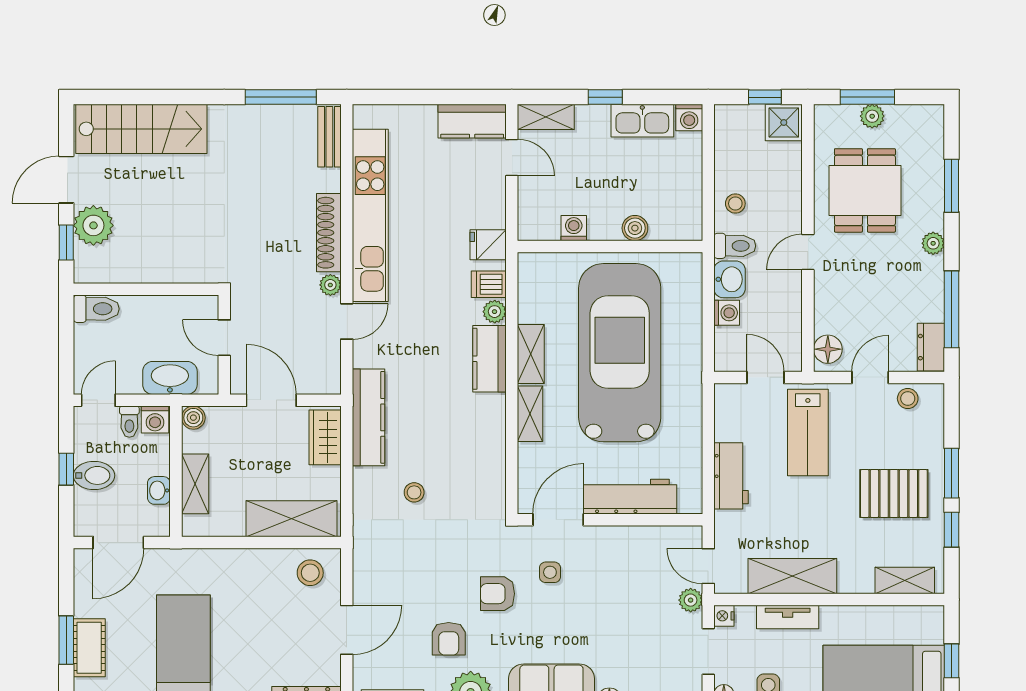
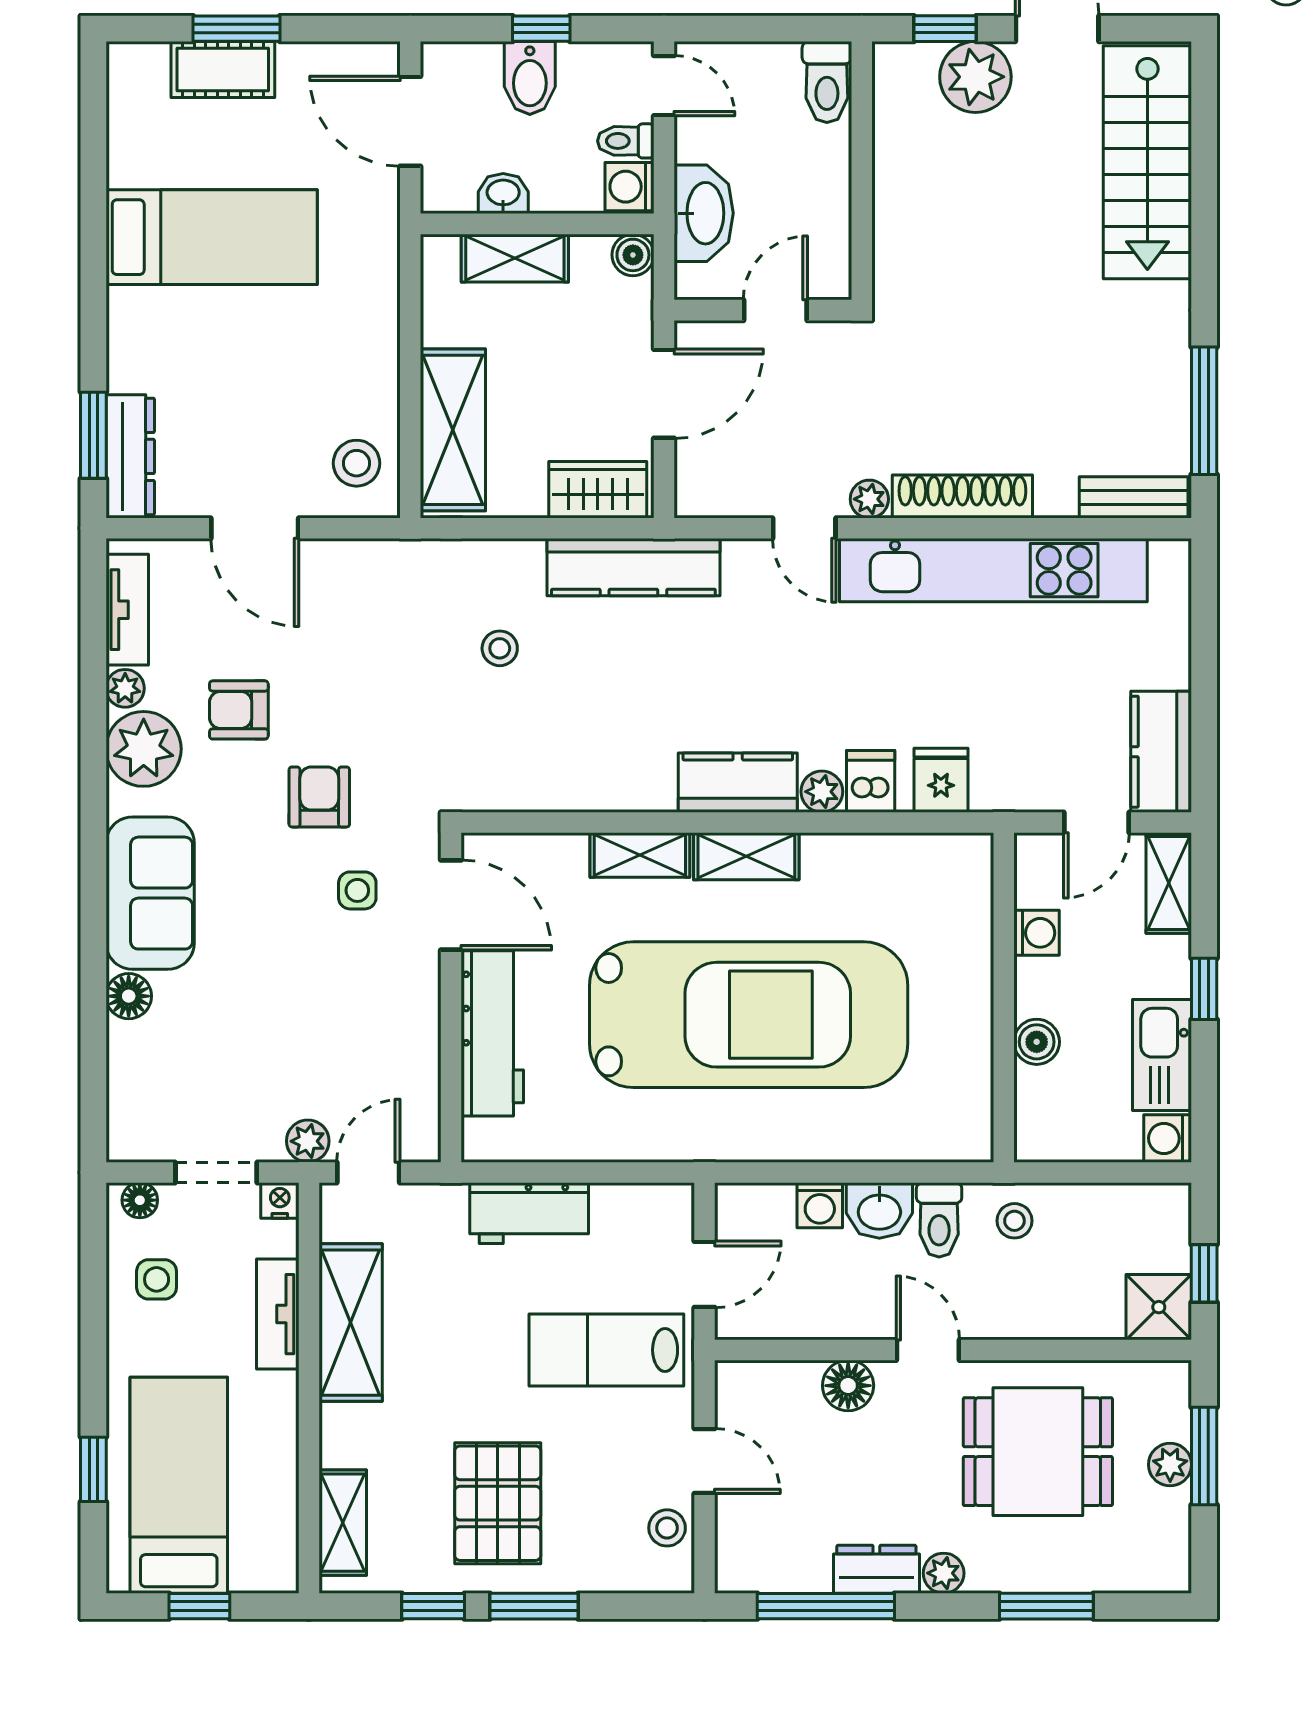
washing machine: (574, 228) -> (1037, 933), moved
boiler: (635, 228) -> (1037, 1042), moved
wall: (610, 247) -> (1004, 997), moved
dresser: (931, 347) -> (876, 1569), moved
floor lamp: (828, 349) -> (848, 1386), moved

